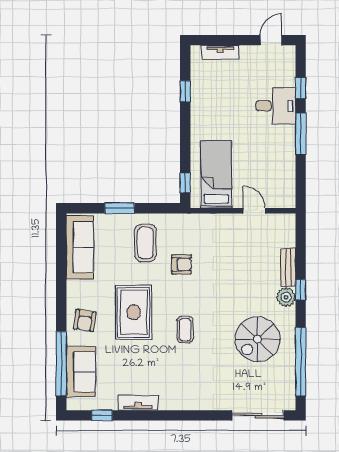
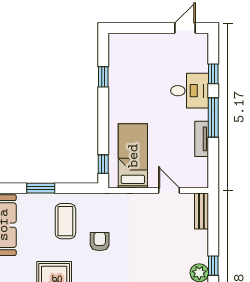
tv unit: (220, 52) -> (202, 139), moved, turned 90
armchair: (181, 264) -> (100, 242), turned -90
bench: (288, 267) -> (201, 211), moved

